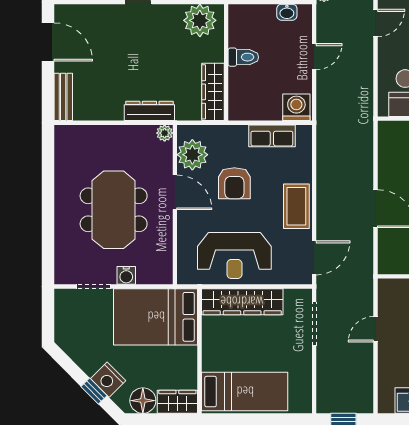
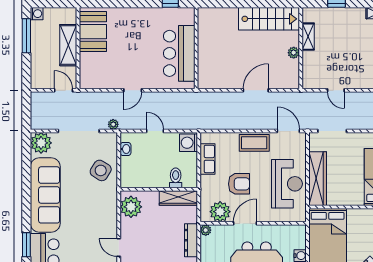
door: (376, 23) -> (133, 90), swing flipped
toilet: (243, 57) -> (176, 178), moved

